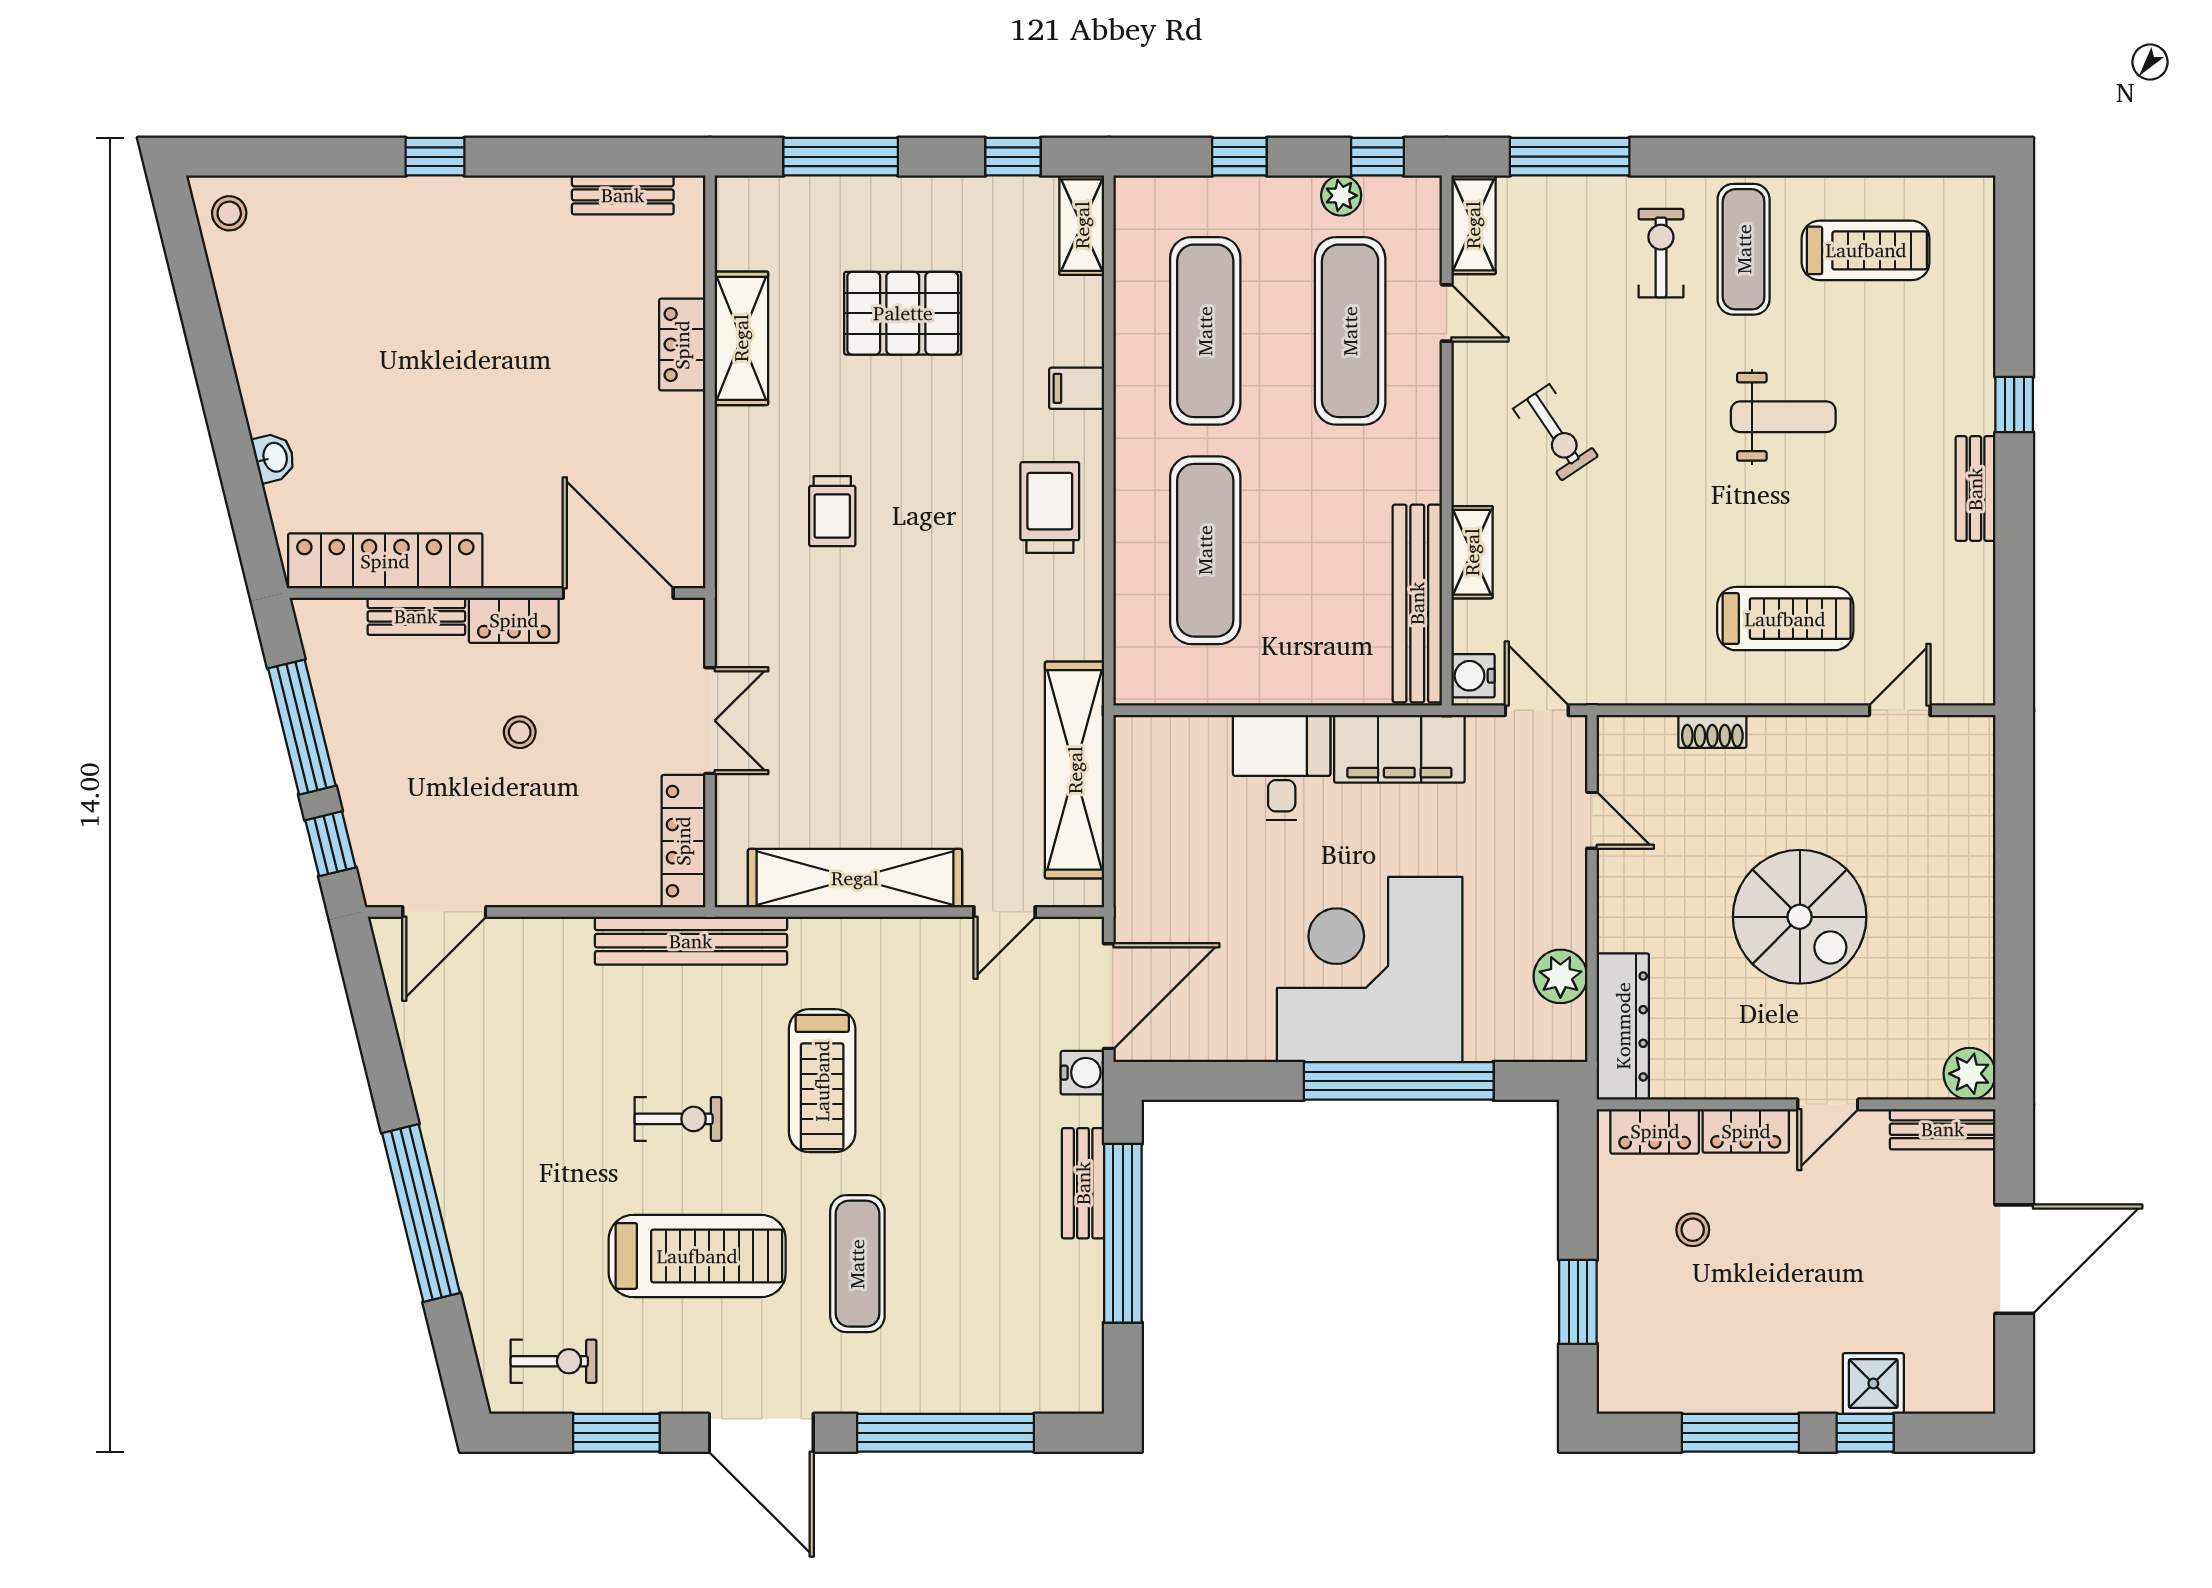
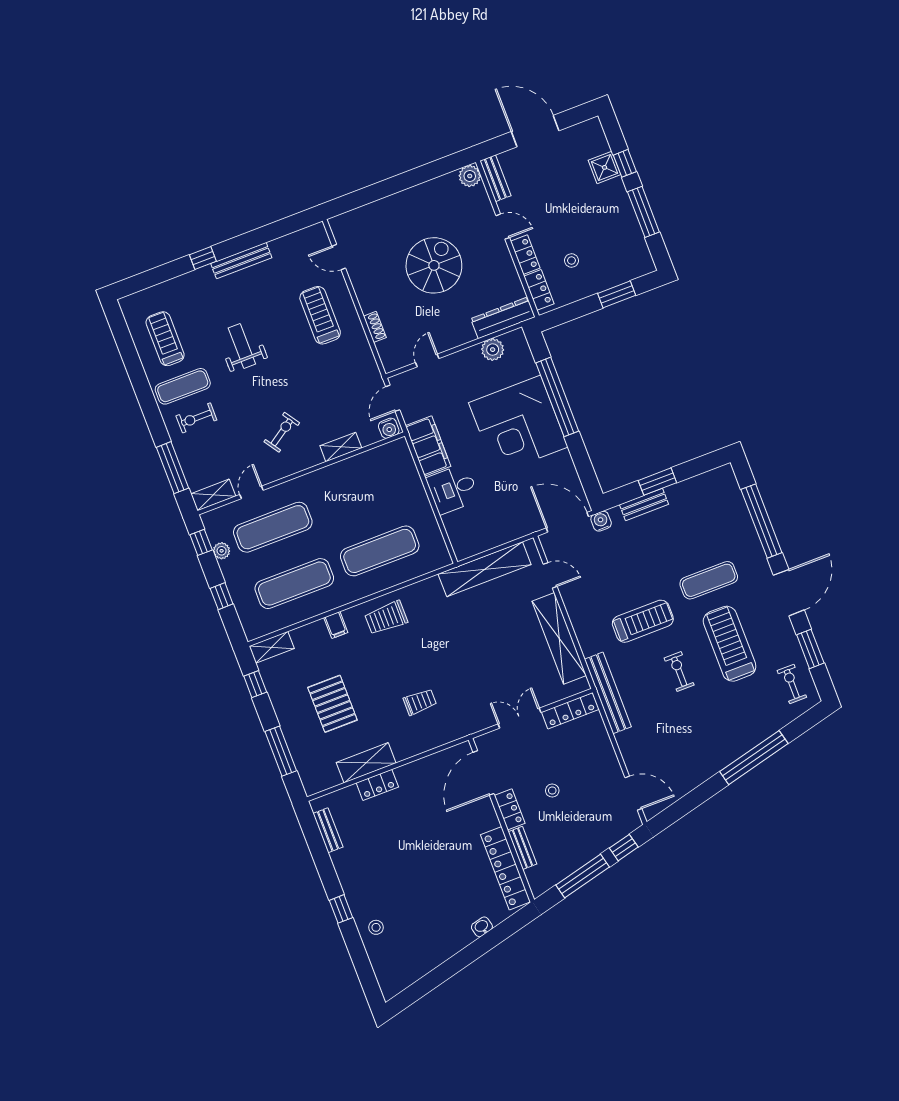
stool: (229, 213) -> (376, 927), moved
bench: (1975, 489) -> (241, 261), width x1.36
bench: (1417, 603) -> (369, 461), removed
window: (1123, 1233) -> (657, 482), width x0.47

